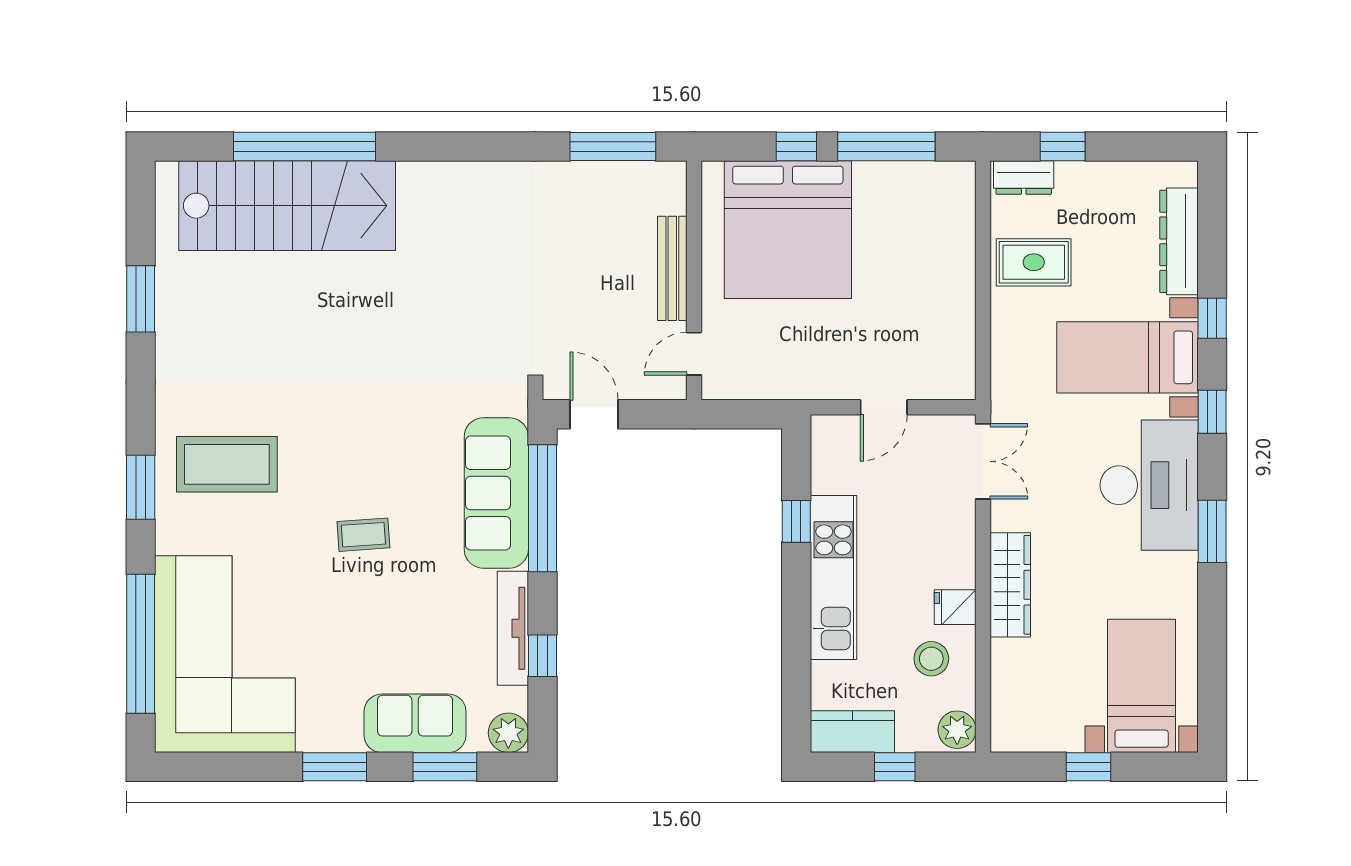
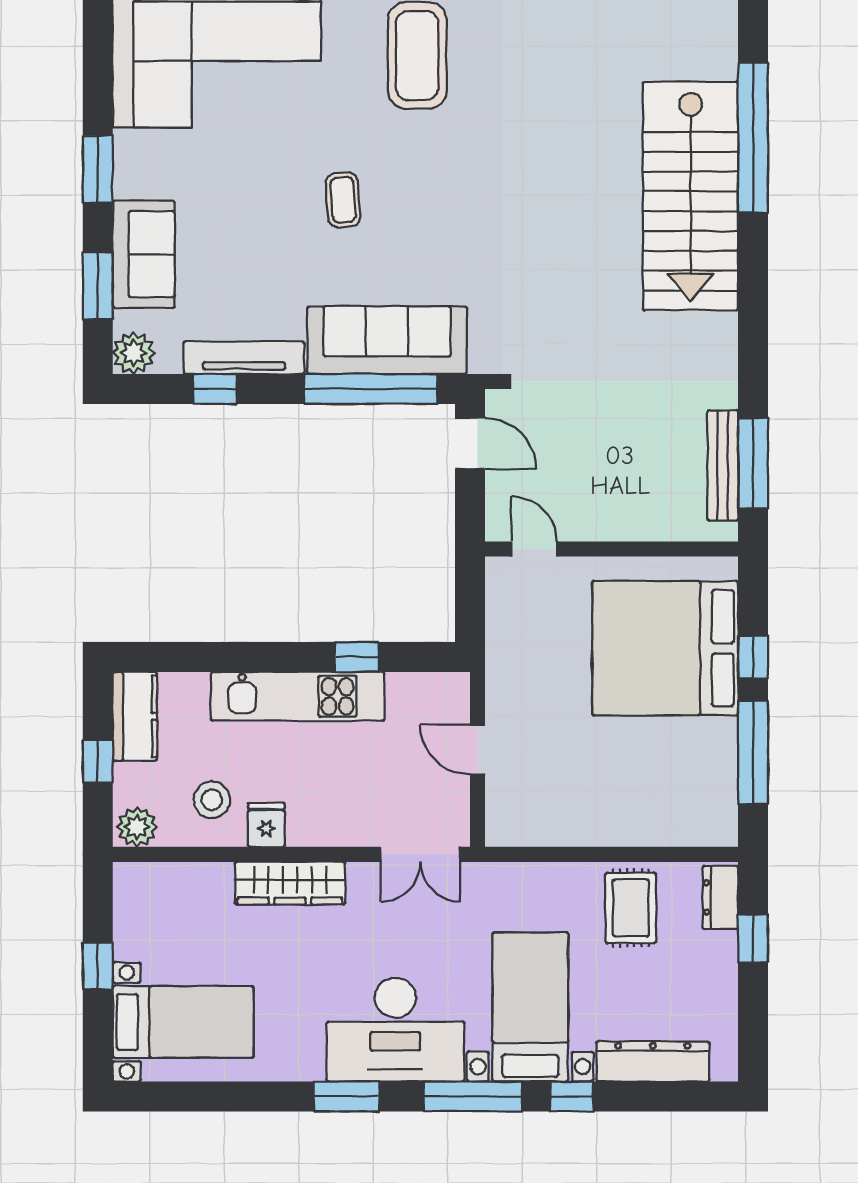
stairs: (287, 206) -> (691, 196), moved
bench: (672, 268) -> (723, 465), moved, turned 90
window: (1212, 412) -> (473, 1096), width x2.17
door: (594, 414) -> (470, 443), hinge flipped

